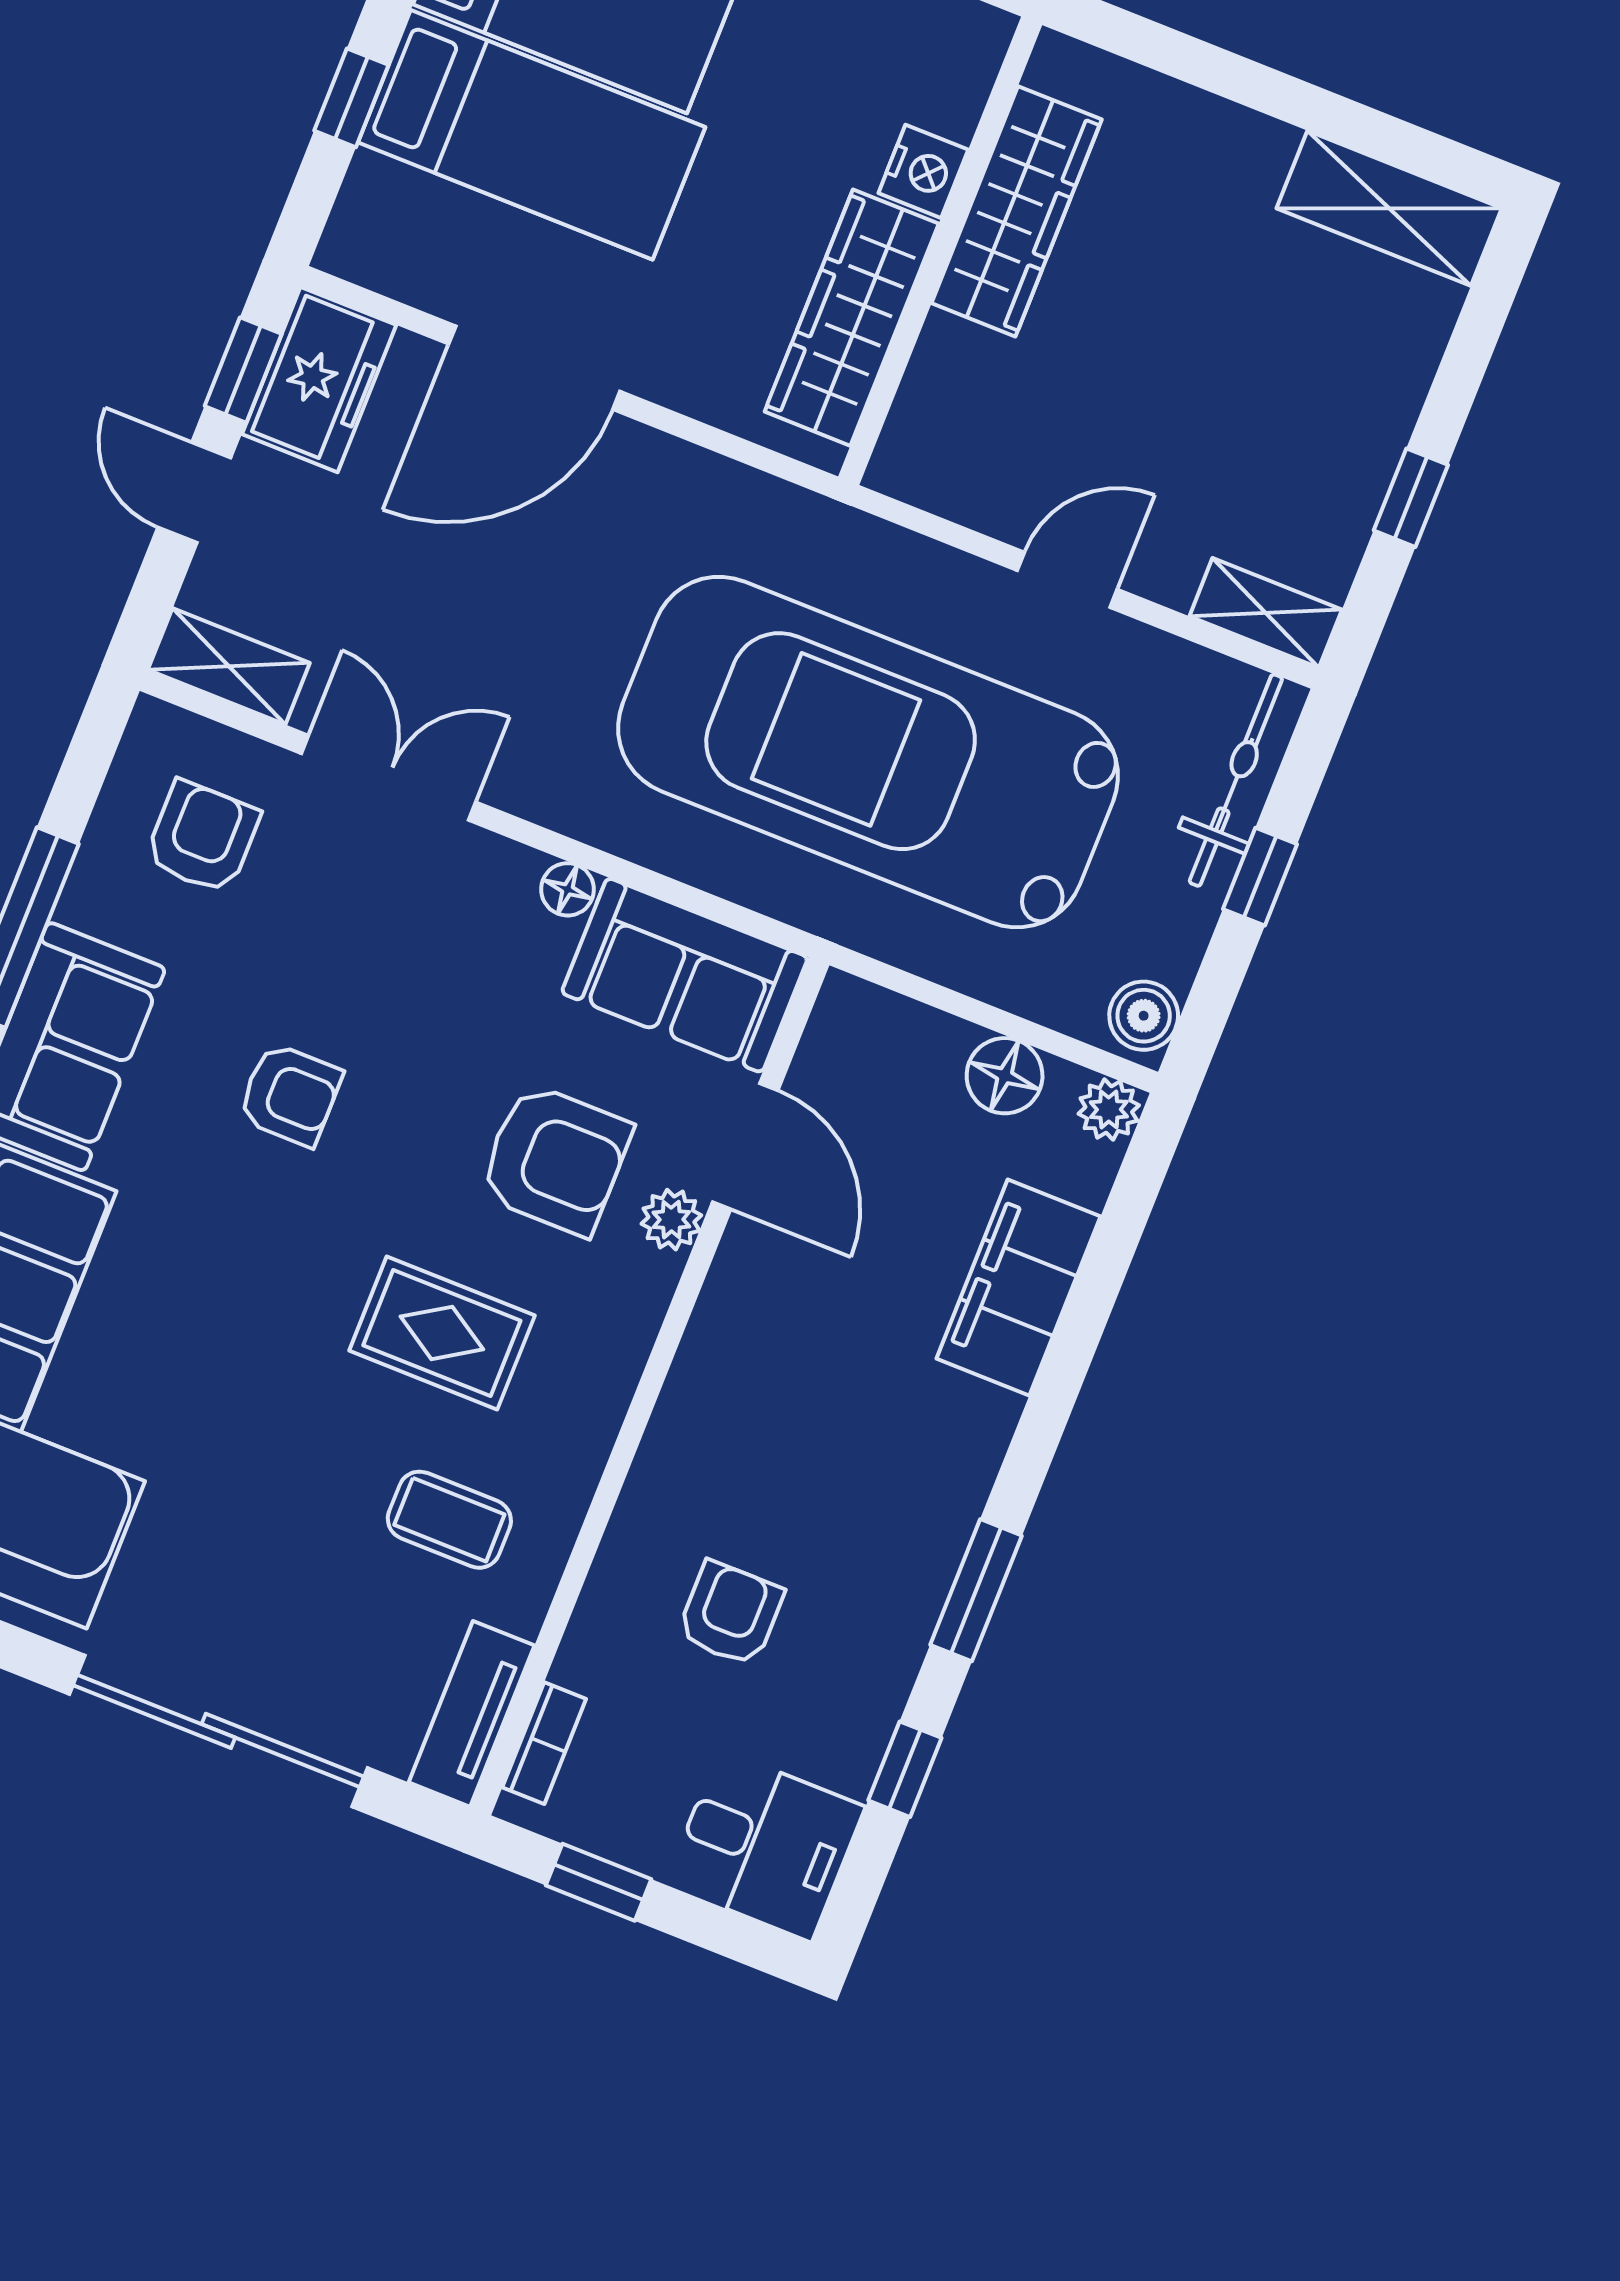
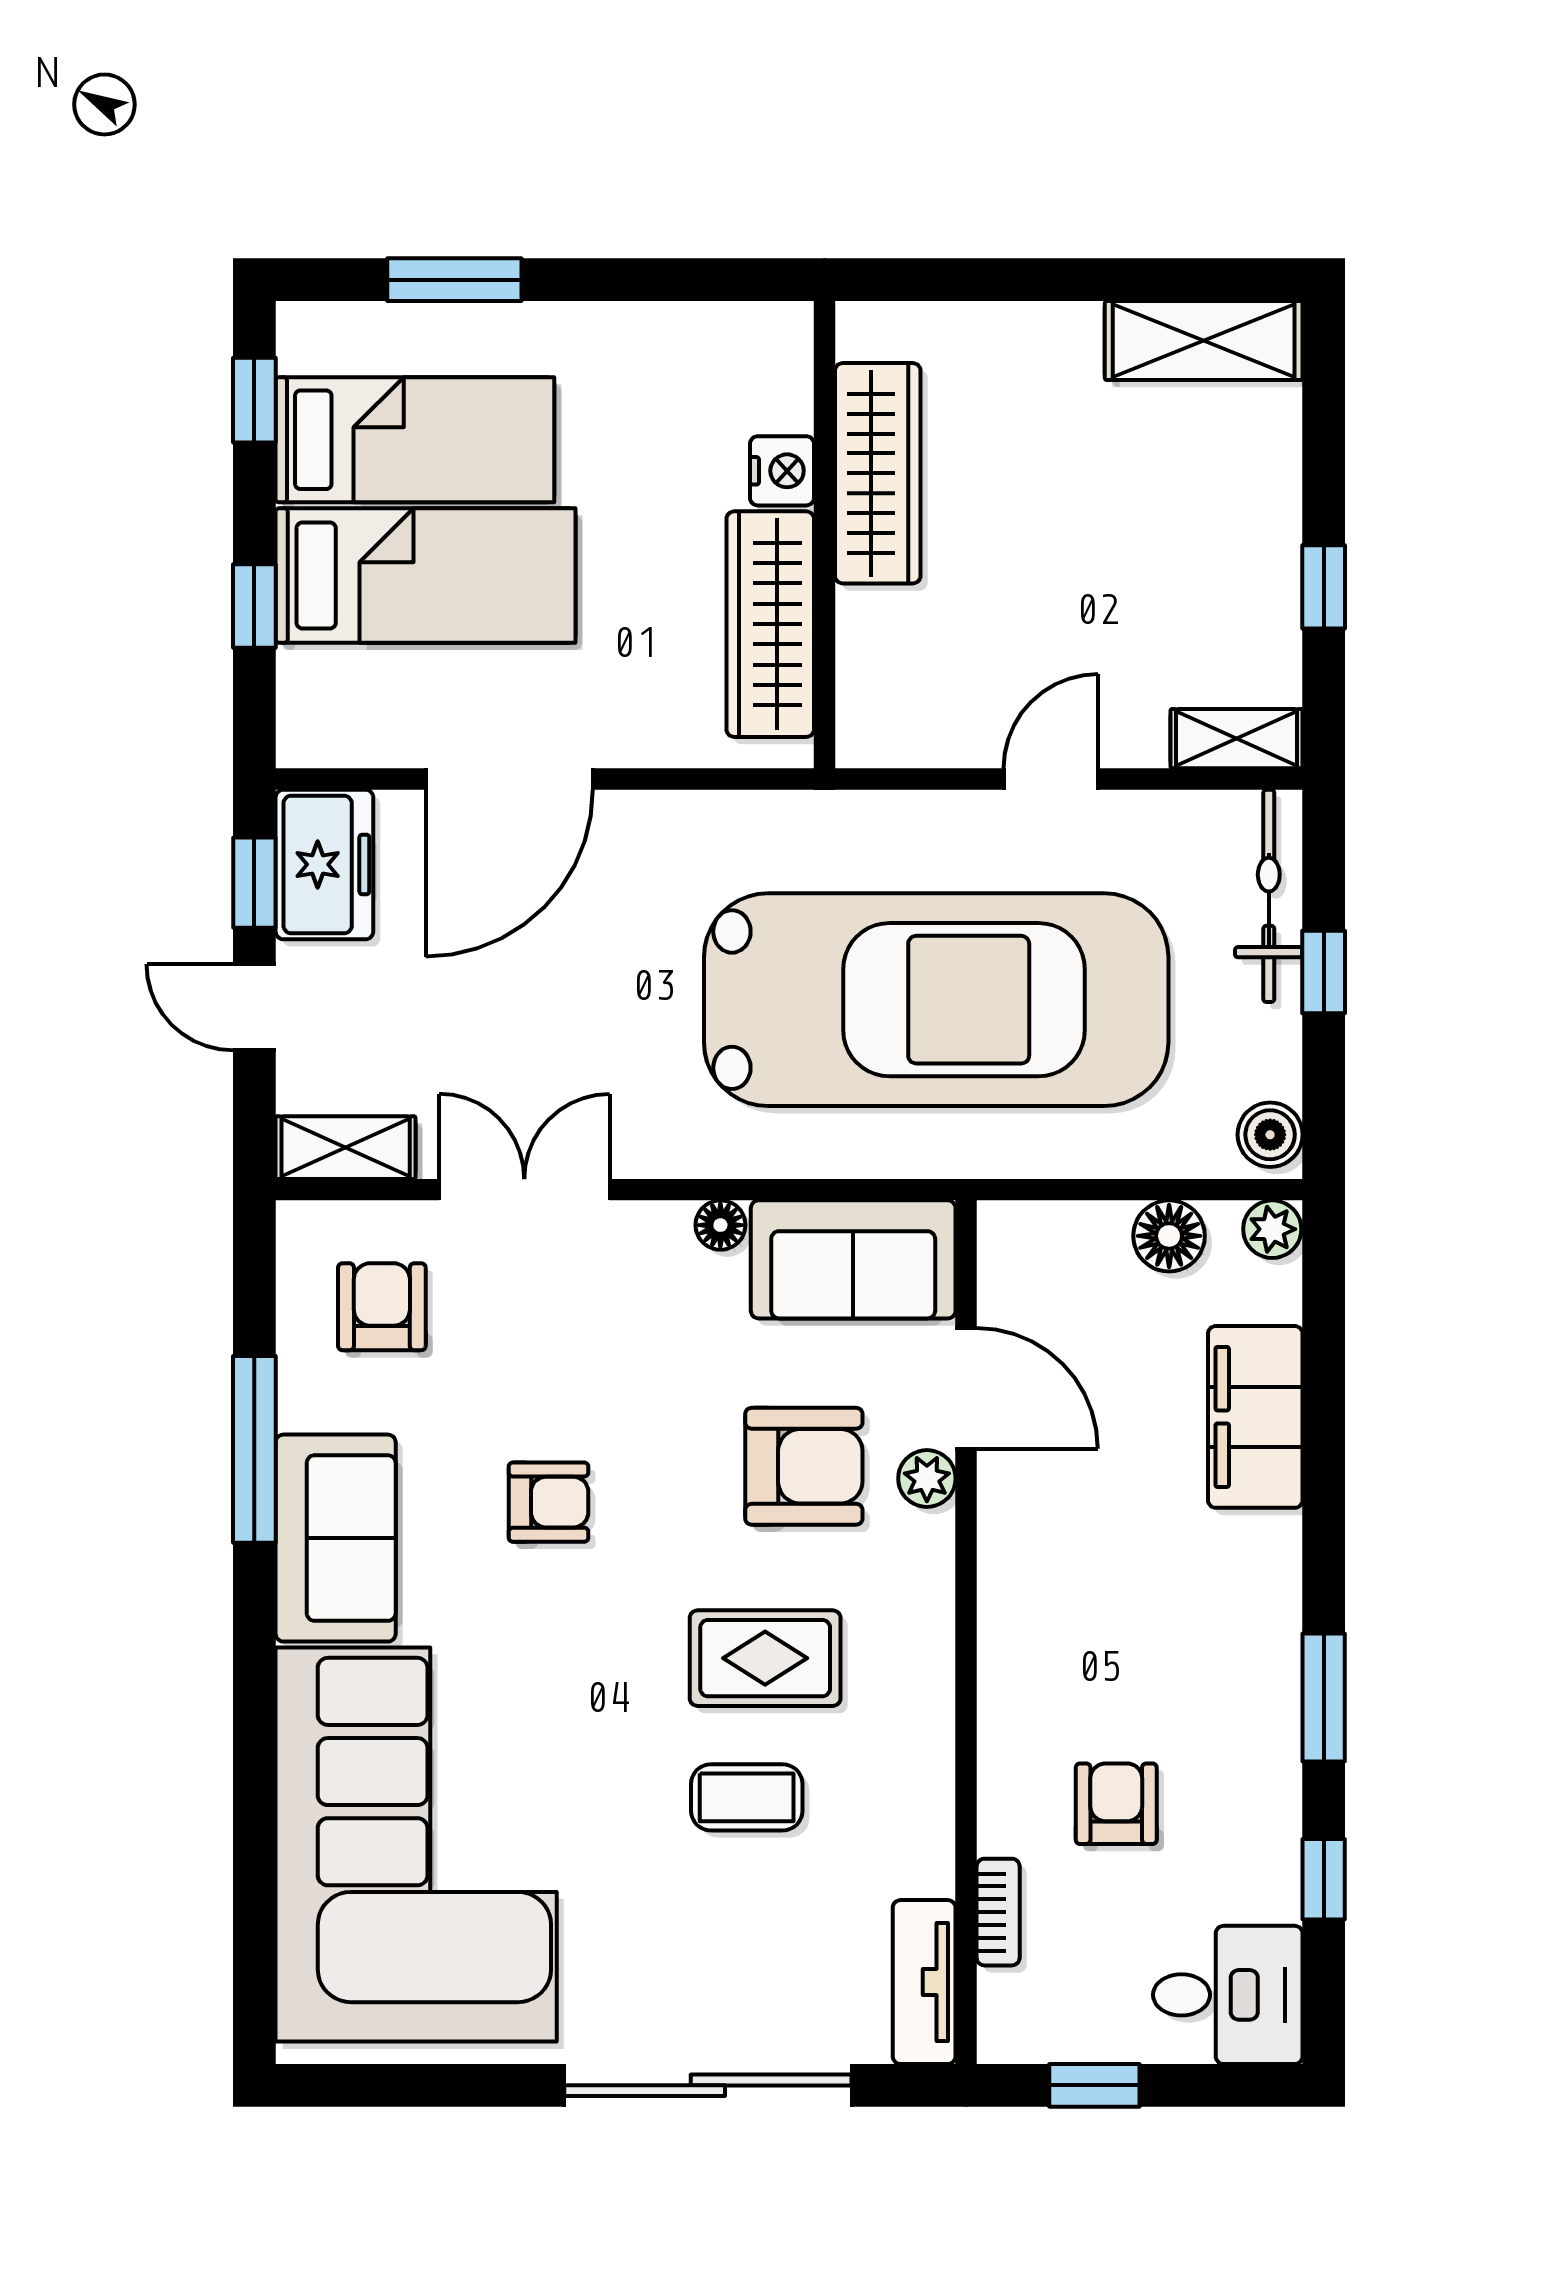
car: (868, 752) -> (936, 1000), turned 180
coffee table: (449, 1520) -> (747, 1797), moved
bookcase: (544, 1743) -> (998, 1912), moved

